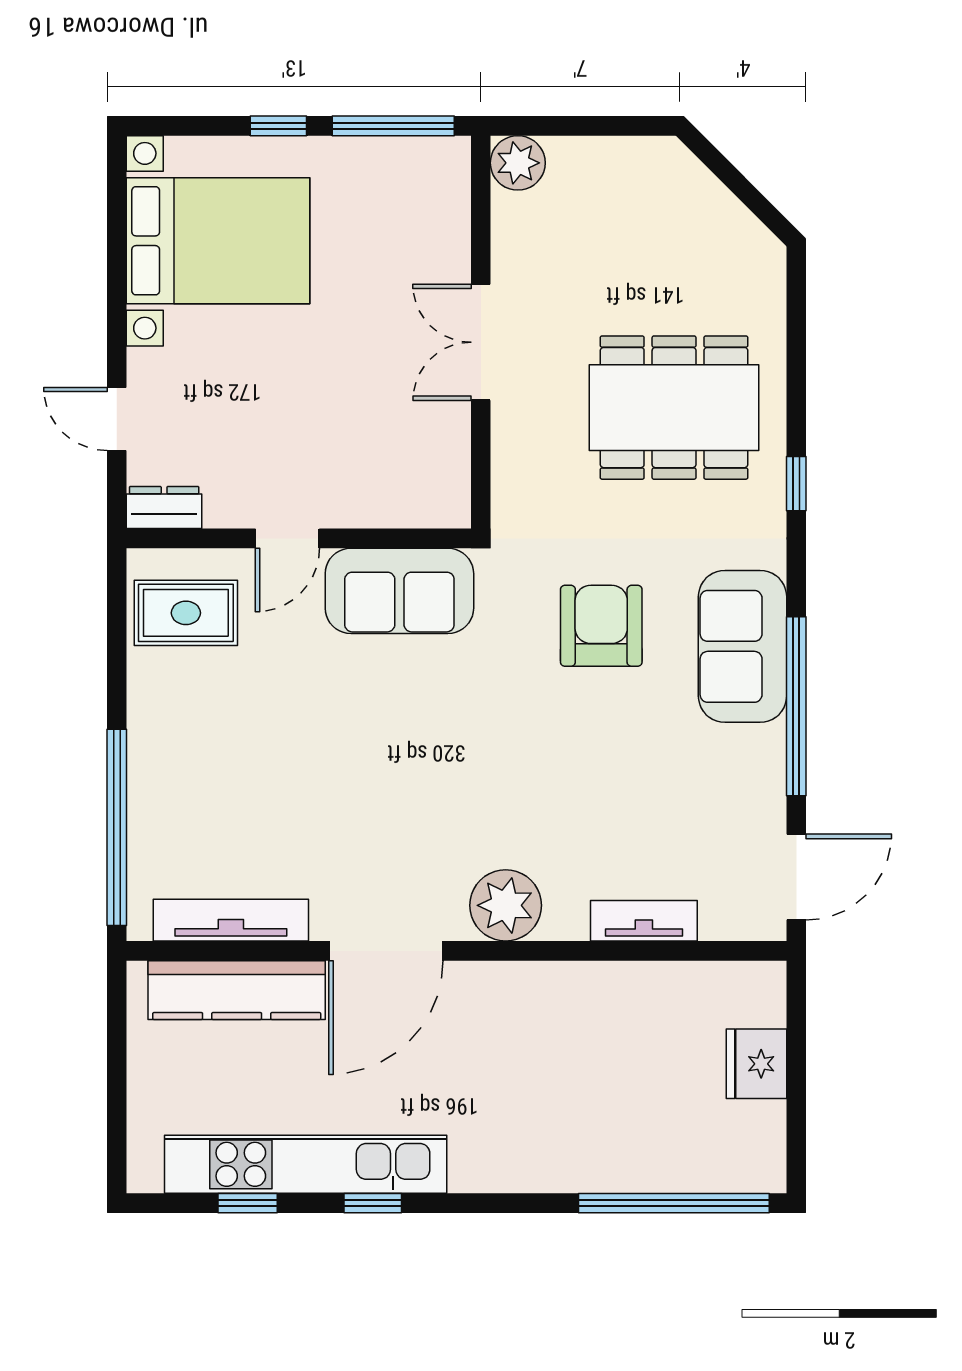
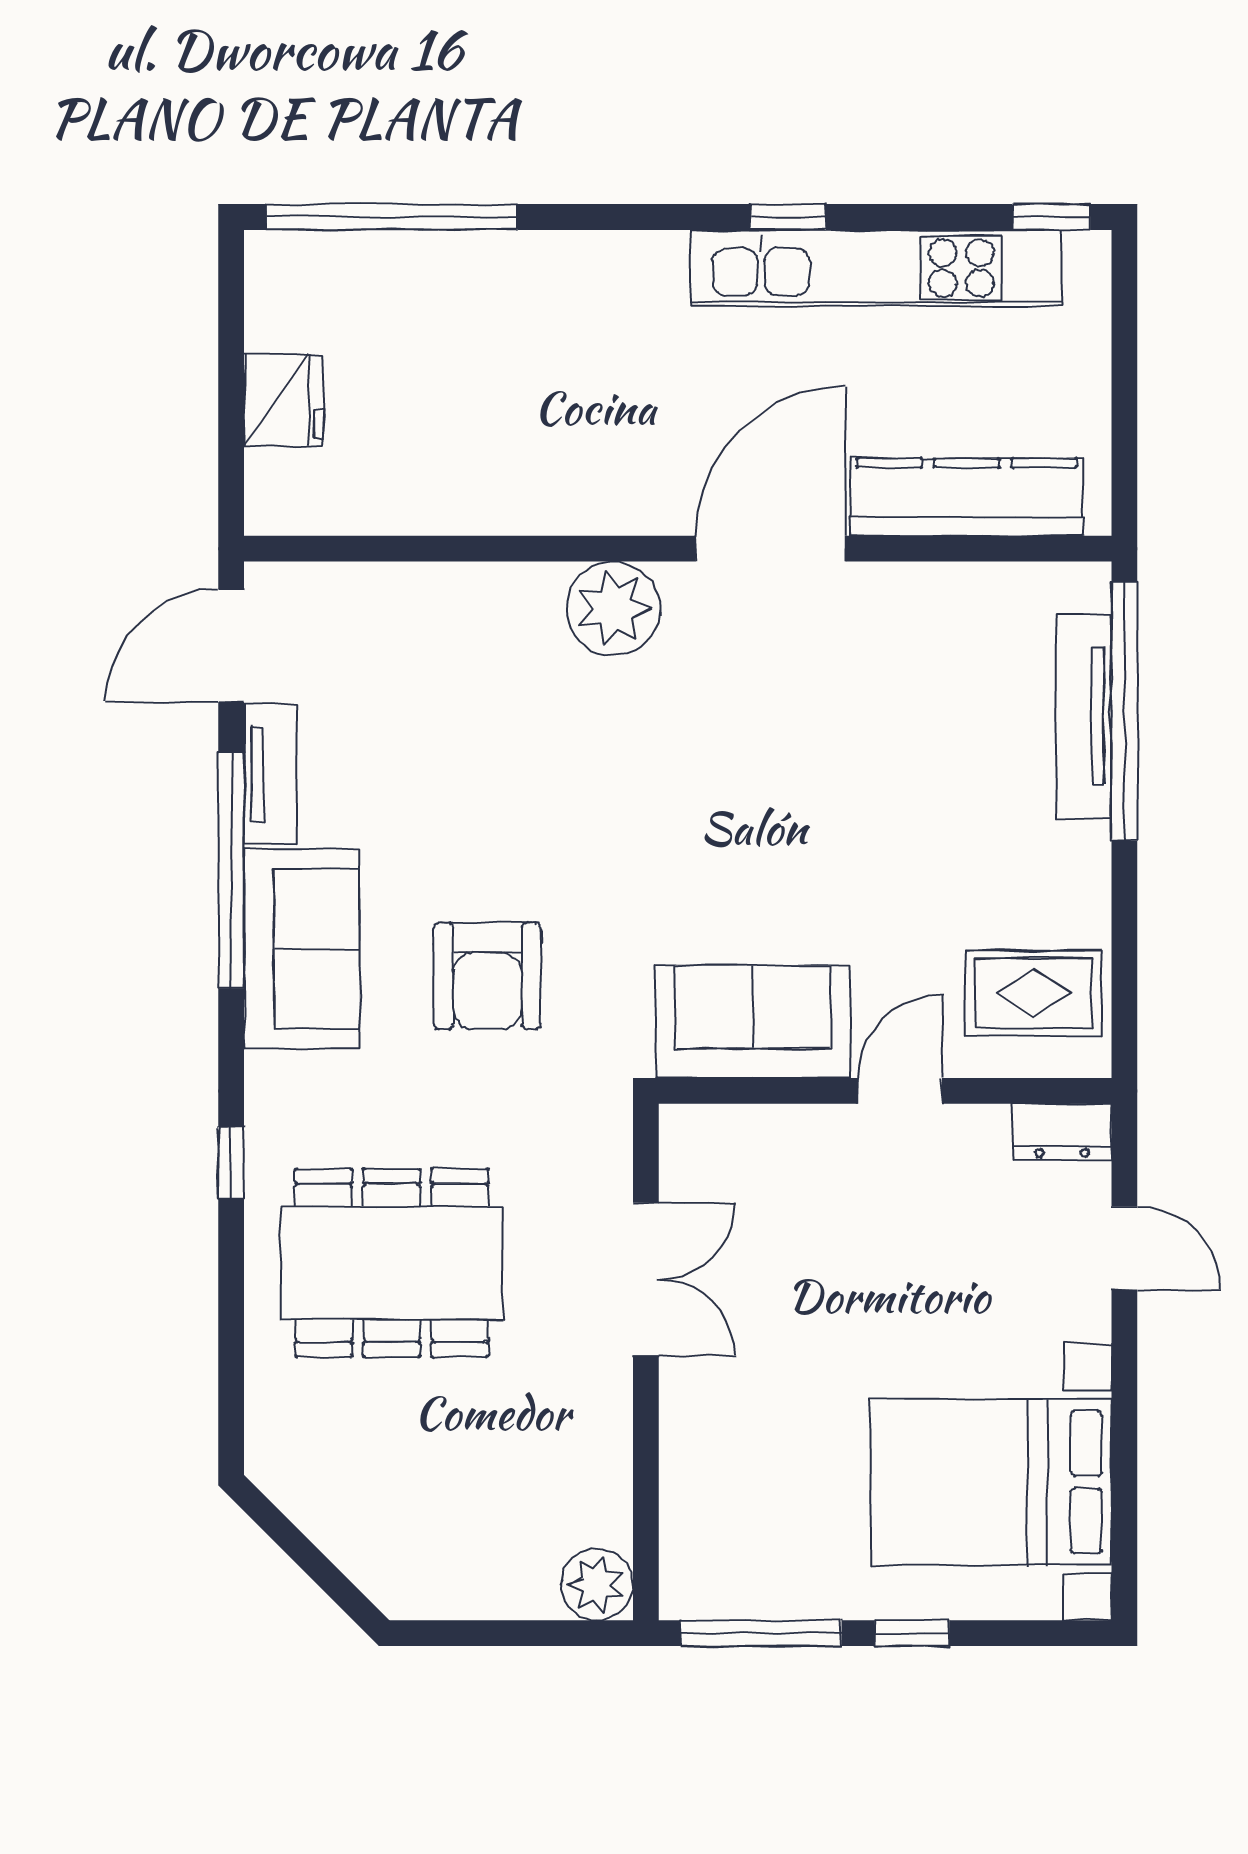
double door: (481, 342) -> (646, 1279), moved
tv unit: (231, 920) -> (1084, 716), moved, turned 90
tv unit: (644, 921) -> (271, 774), moved, turned -90
window: (248, 1203) -> (1051, 217), moved

